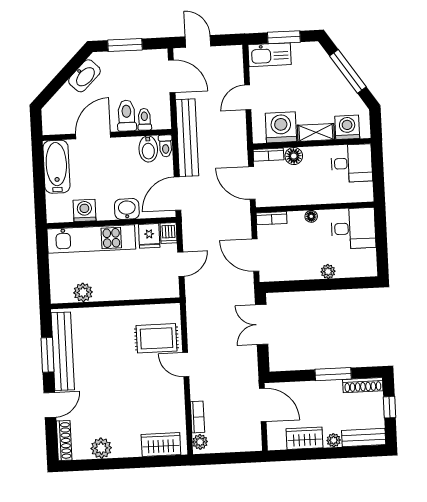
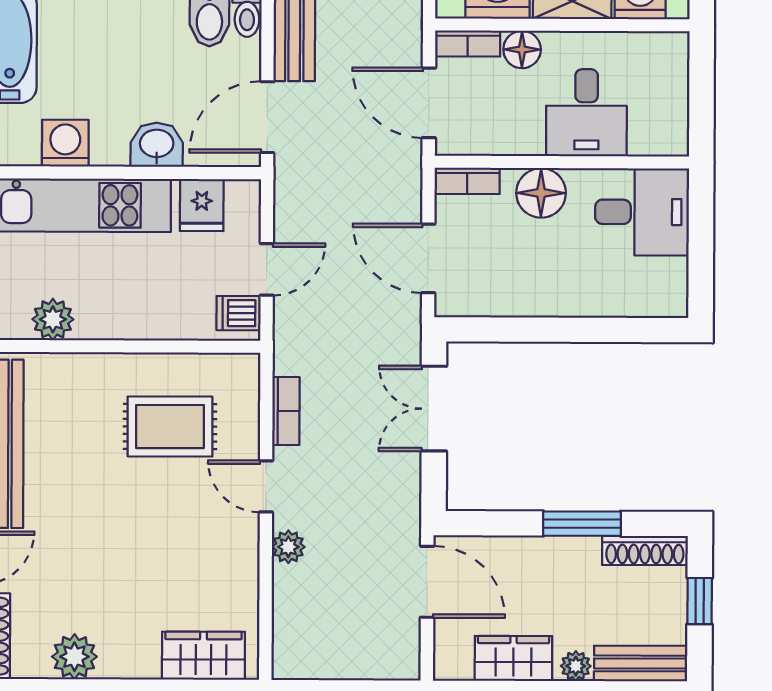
desk: (352, 163) -> (586, 113), moved, turned 90
floor lamp: (311, 216) -> (541, 193), width x1.89, depth x1.89
dishwasher: (169, 233) -> (239, 313), moved, turned 90
plant: (328, 271) -> (583, 302), removed
rug: (157, 338) -> (170, 427), moved
bookcase: (197, 417) -> (286, 411), moved
plant: (200, 442) -> (288, 547), moved

